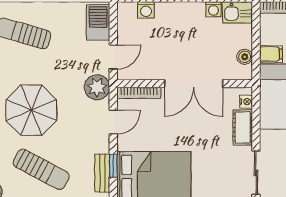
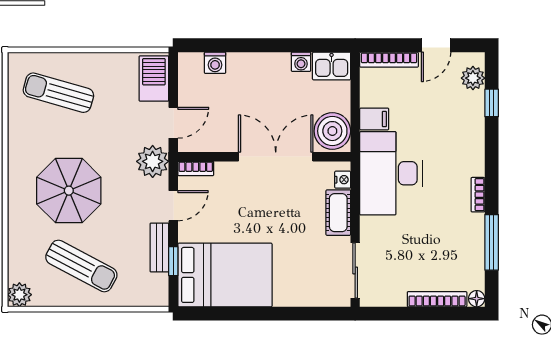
boiler: (245, 57) -> (332, 131), width x1.86, depth x1.86
double door: (194, 84) -> (276, 157), swing flipped
bookcase: (139, 93) -> (196, 168), width x0.64
bench: (102, 173) -> (159, 247), moved

